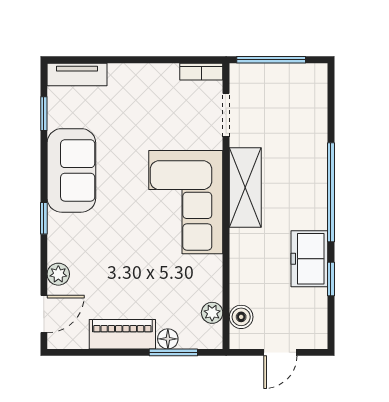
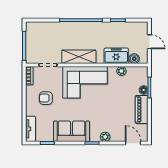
armchair: (149, 110) -> (46, 98), added
freezer: (309, 259) -> (116, 56), moved, turned 180
plant: (58, 274) -> (105, 137), moved
plant: (212, 313) -> (121, 71), moved

